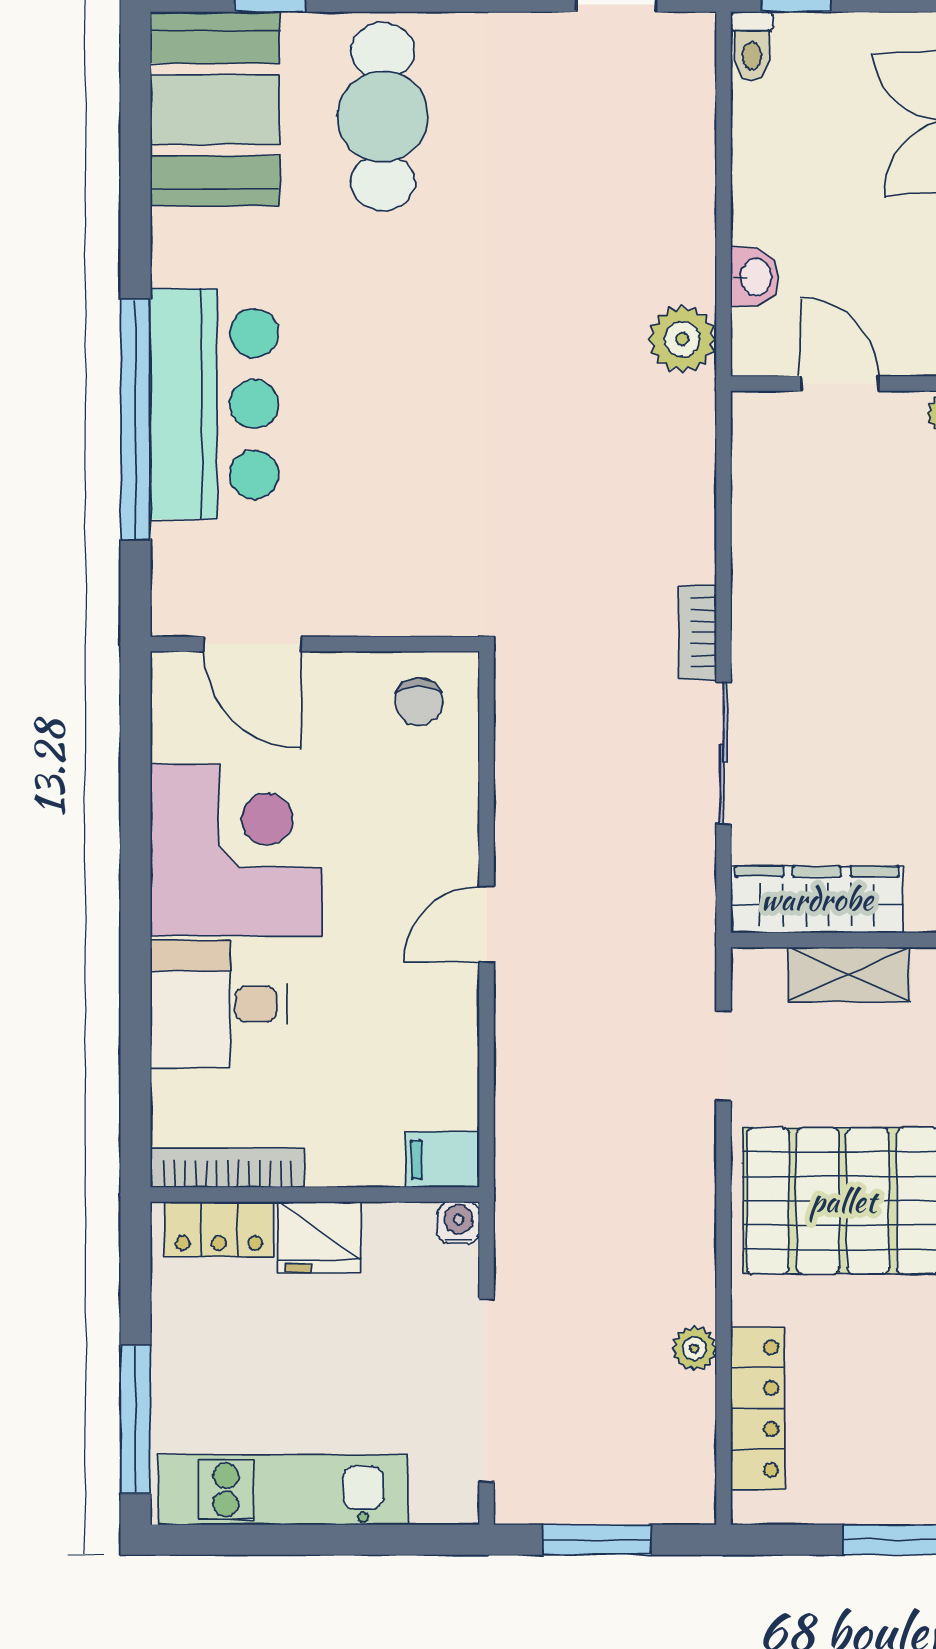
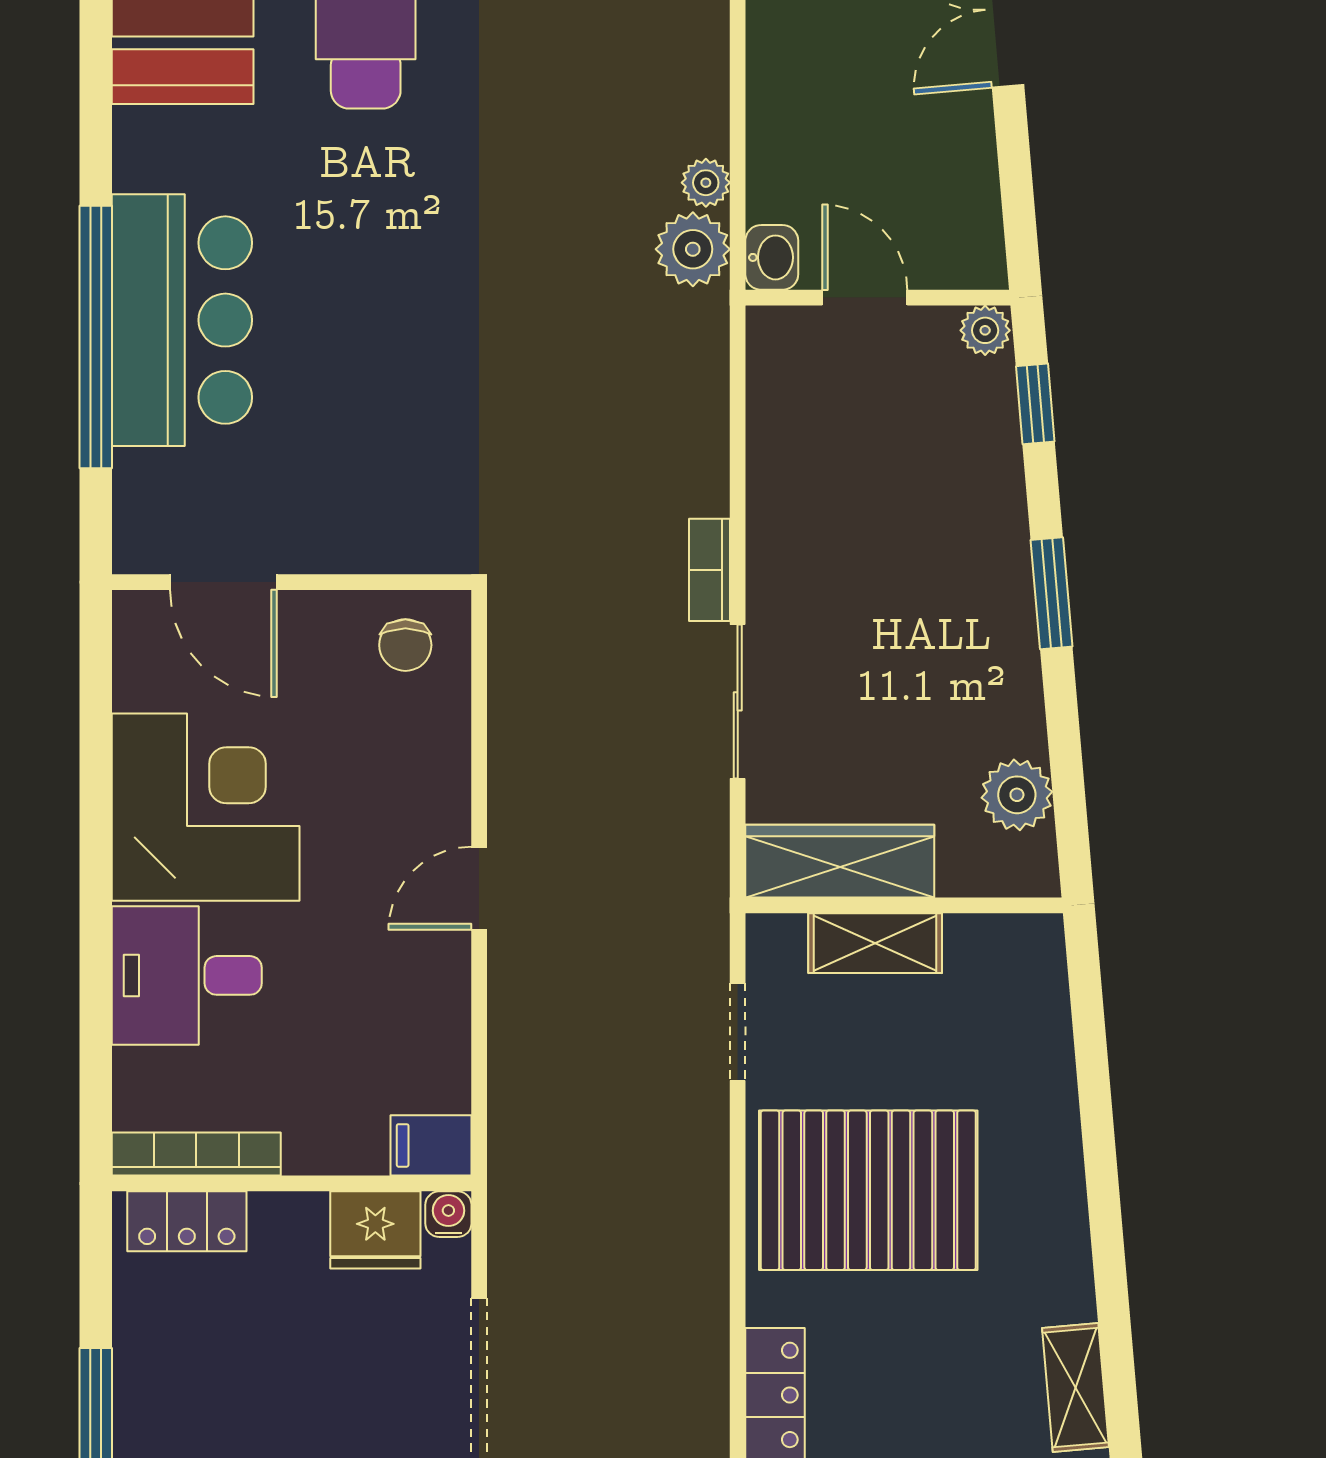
washbasin: (755, 277) -> (772, 257), moved
fridge: (319, 1237) -> (375, 1230), moved
plant: (694, 1348) -> (706, 183), moved

